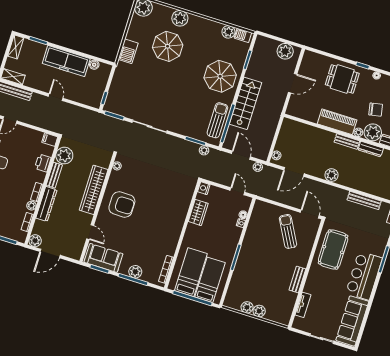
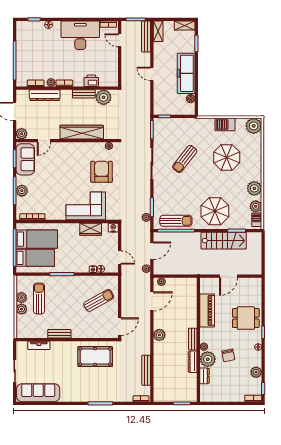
plant: (180, 18) -> (254, 188), moved
barbecue: (128, 51) -> (225, 124), moved
plant: (285, 51) -> (254, 261), removed
dining table: (342, 79) -> (246, 318), turned 90
door: (293, 83) -> (229, 276), hinge flipped
sun lounger: (155, 91) -> (185, 159), added
door: (56, 97) -> (152, 74), swing flipped
stairs: (245, 103) -> (224, 241), moved
piano: (337, 122) -> (207, 310), moved
filing cabinet: (50, 140) -> (113, 80), removed
door: (294, 172) -> (152, 301), swing flipped
door: (237, 191) -> (120, 257), hinge flipped
dresser: (47, 204) -> (45, 95), moved
armchair: (122, 204) -> (102, 172), moved, turned 180
corner sofa: (172, 210) -> (86, 206), added
sun lounger: (288, 231) -> (99, 300), moved
plant: (35, 241) -> (22, 134), moved
bar counter: (364, 276) -> (81, 391), removed
sun lounger: (254, 289) -> (39, 298), added

